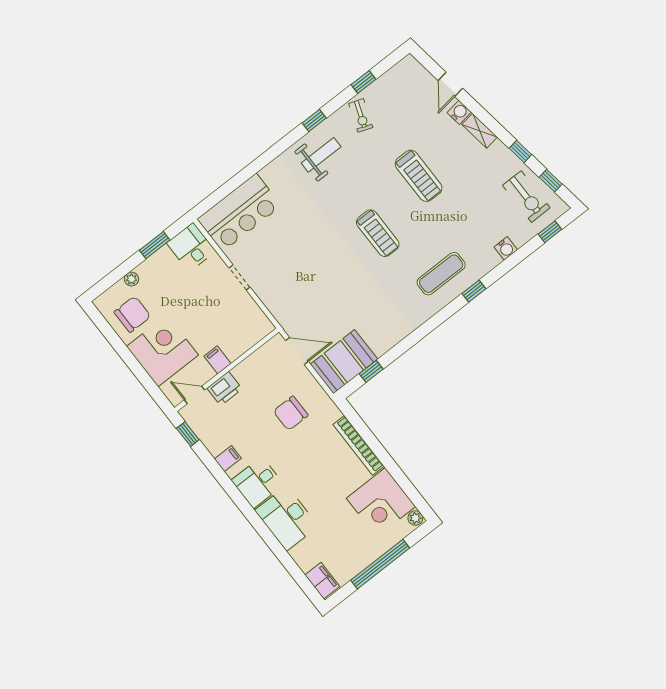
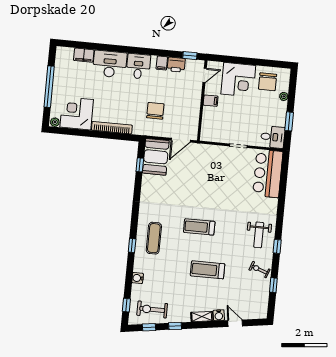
printer: (225, 389) -> (176, 65), moved, turned -90
filing cabinet: (322, 581) -> (84, 55), moved

